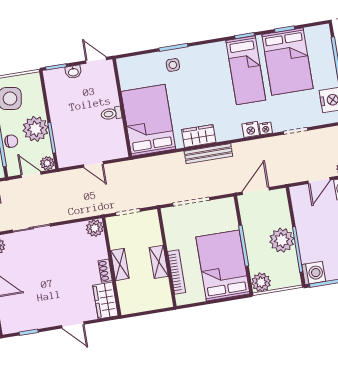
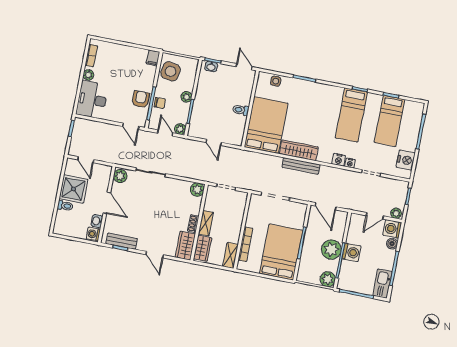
bed: (287, 61) -> (390, 121), width x0.67
side table: (173, 65) -> (276, 81), moved
washbasin: (73, 72) -> (211, 67), moved
plant: (36, 129) -> (186, 97), width x0.53, depth x0.53
wardrobe: (199, 136) -> (299, 150), width x1.50
door: (256, 191) -> (326, 206), swing flipped
shelving: (159, 262) -> (230, 255), moved
washing machine: (314, 273) -> (352, 252), moved
plant: (261, 282) -> (328, 279), moved
wardrobe: (127, 296) -> (203, 248), added
bench: (27, 323) -> (122, 241), added

